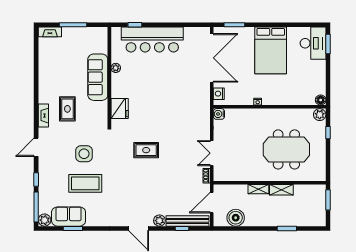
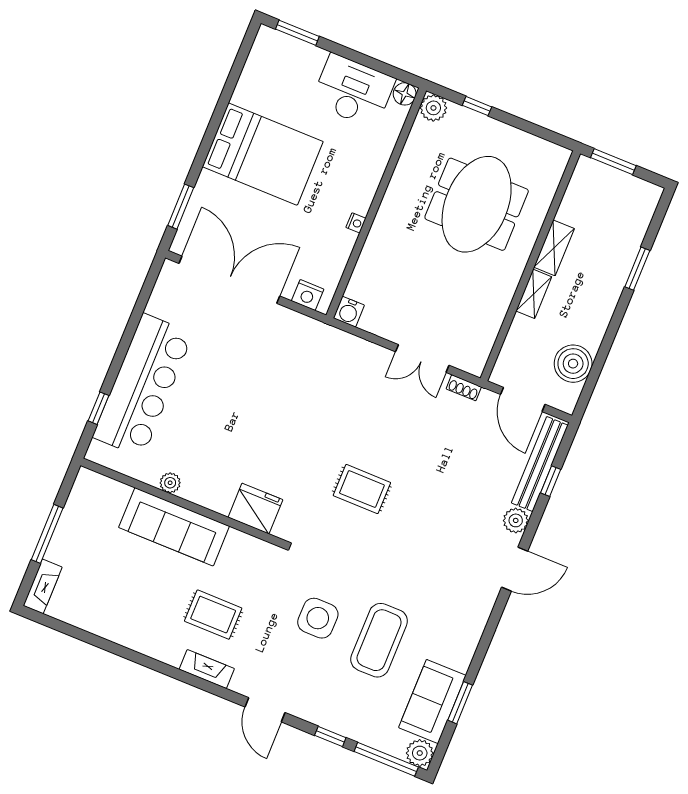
desk: (313, 43) -> (353, 91), moved
rug: (146, 150) -> (362, 489), turned 90

